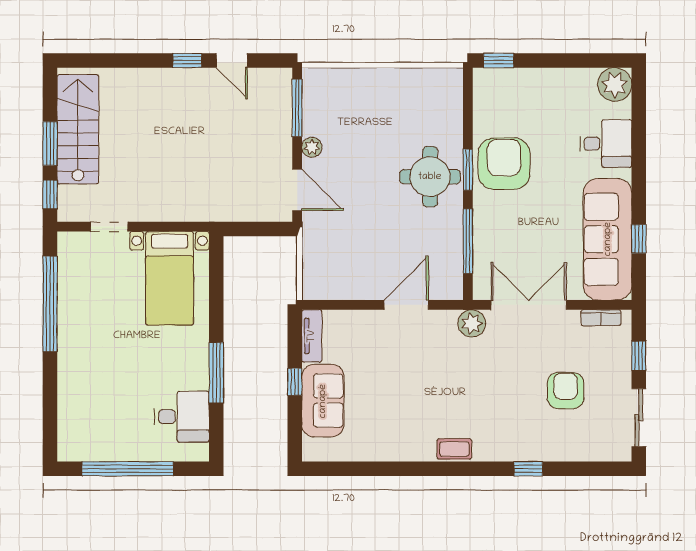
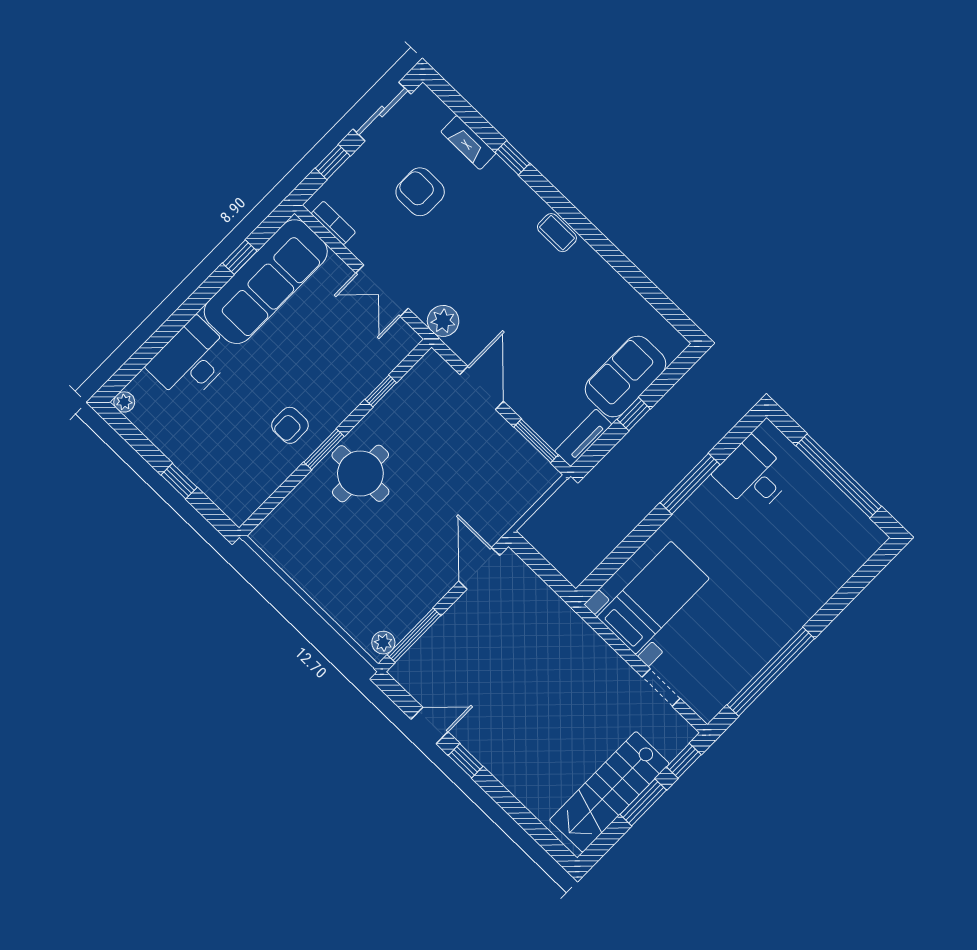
door: (232, 60) -> (429, 726), hinge flipped
window: (499, 60) -> (179, 481), moved
plant: (615, 85) -> (124, 402), width x0.53, depth x0.53
desk: (606, 144) -> (191, 361), width x1.37
plant: (312, 147) -> (383, 643), moved
armchair: (504, 164) -> (290, 425), width x0.53, depth x0.53
window: (468, 241) -> (381, 391), width x0.46
window: (340, 305) -> (536, 441), added
door: (406, 305) -> (482, 388), swing flipped
double door: (529, 305) -> (382, 291), width x0.73
armchair: (566, 391) -> (420, 192), turned 90
fireplace: (565, 451) -> (468, 142), added

